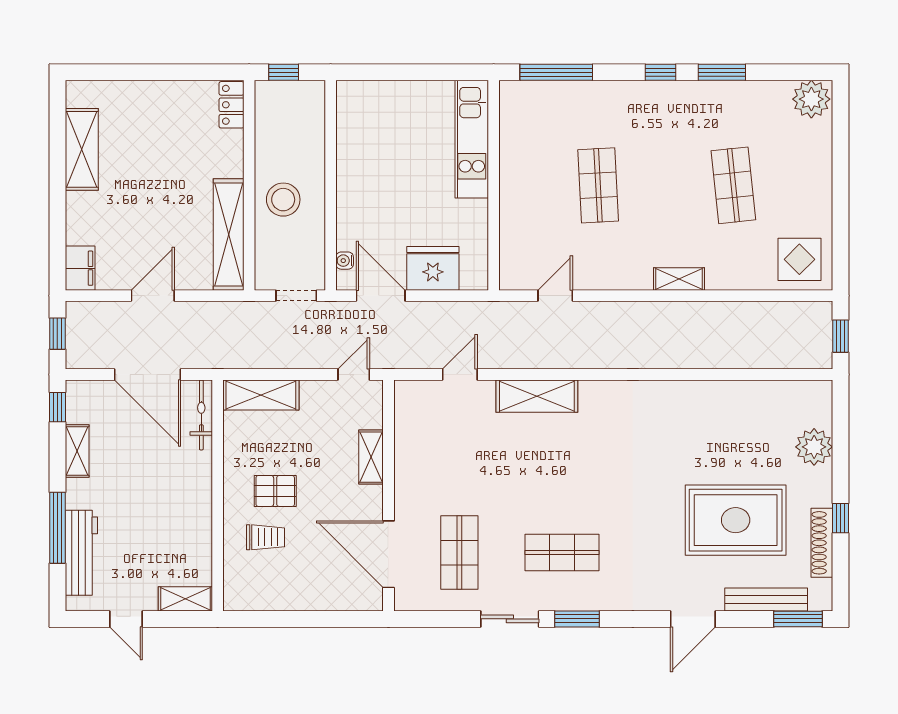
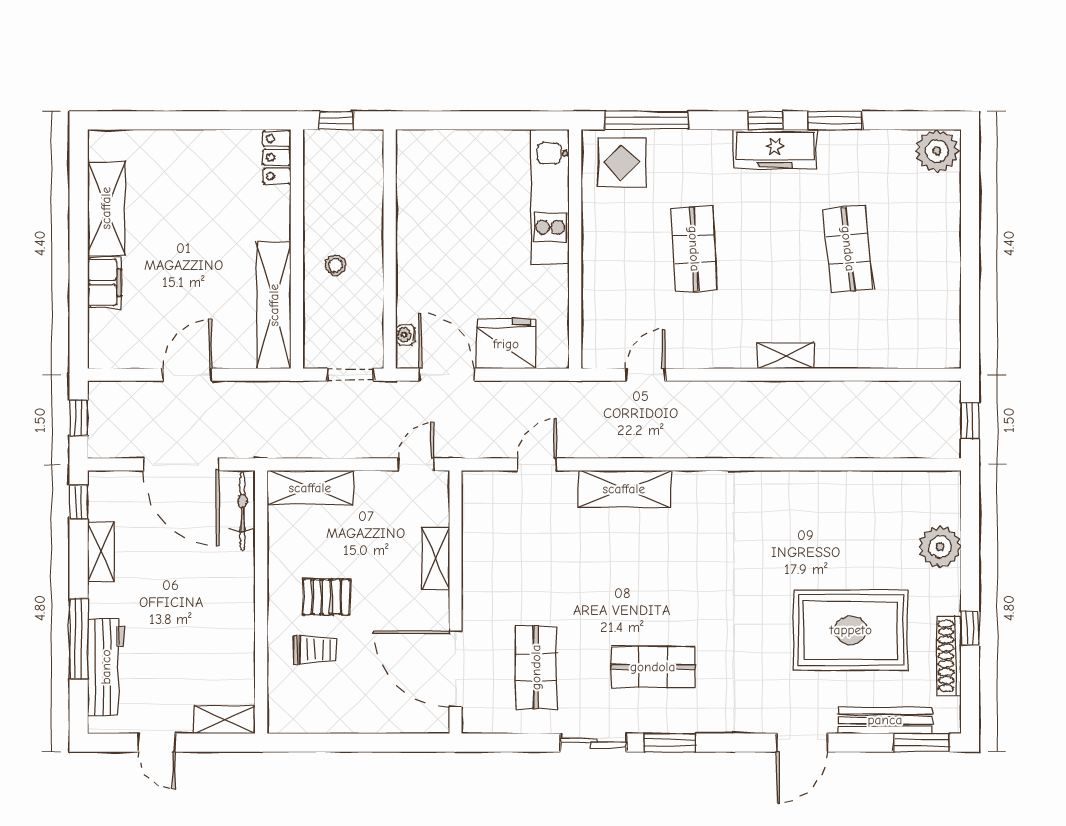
freezer: (669, 97) -> (775, 149), added
stool: (283, 200) -> (336, 265), width x0.53, depth x0.53
display table: (799, 259) -> (622, 163), moved
filing cabinet: (80, 268) -> (104, 283), moved

